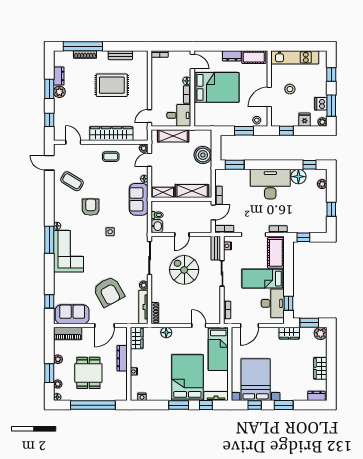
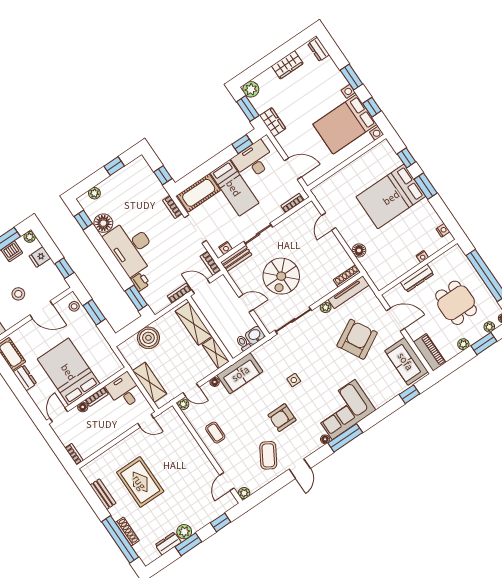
wardrobe: (111, 134) -> (191, 448), removed
plant: (58, 148) -> (244, 493), added
door: (49, 163) -> (300, 469), moved
printer: (243, 175) -> (140, 282), added
wardrobe: (137, 338) -> (386, 277), removed
bed: (218, 349) -> (339, 185), removed
dining table: (88, 373) -> (456, 303), turned 90
tv unit: (216, 396) -> (390, 154), removed

